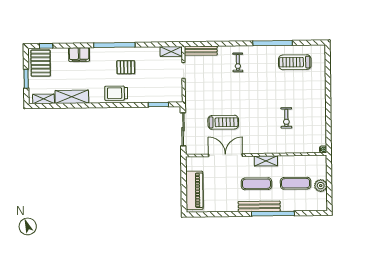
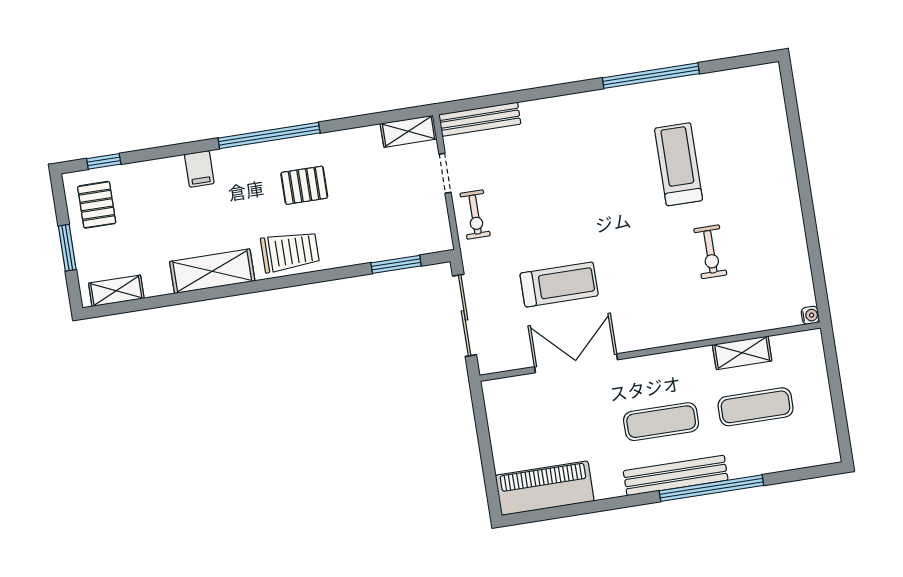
filing cabinet: (79, 55) -> (199, 169), width x0.50
exercise bike: (238, 62) -> (475, 215), moved
treadmill: (295, 62) -> (679, 164), moved, turned 90
pallet: (41, 63) -> (97, 205), width x0.67, depth x0.71
trolley: (116, 93) -> (290, 251), turned 180
shelving: (72, 97) -> (212, 271), moved
shelving: (266, 161) -> (742, 353), moved
plant: (321, 186) -> (817, 404), removed
piano: (194, 190) -> (545, 488), moved, turned -90

